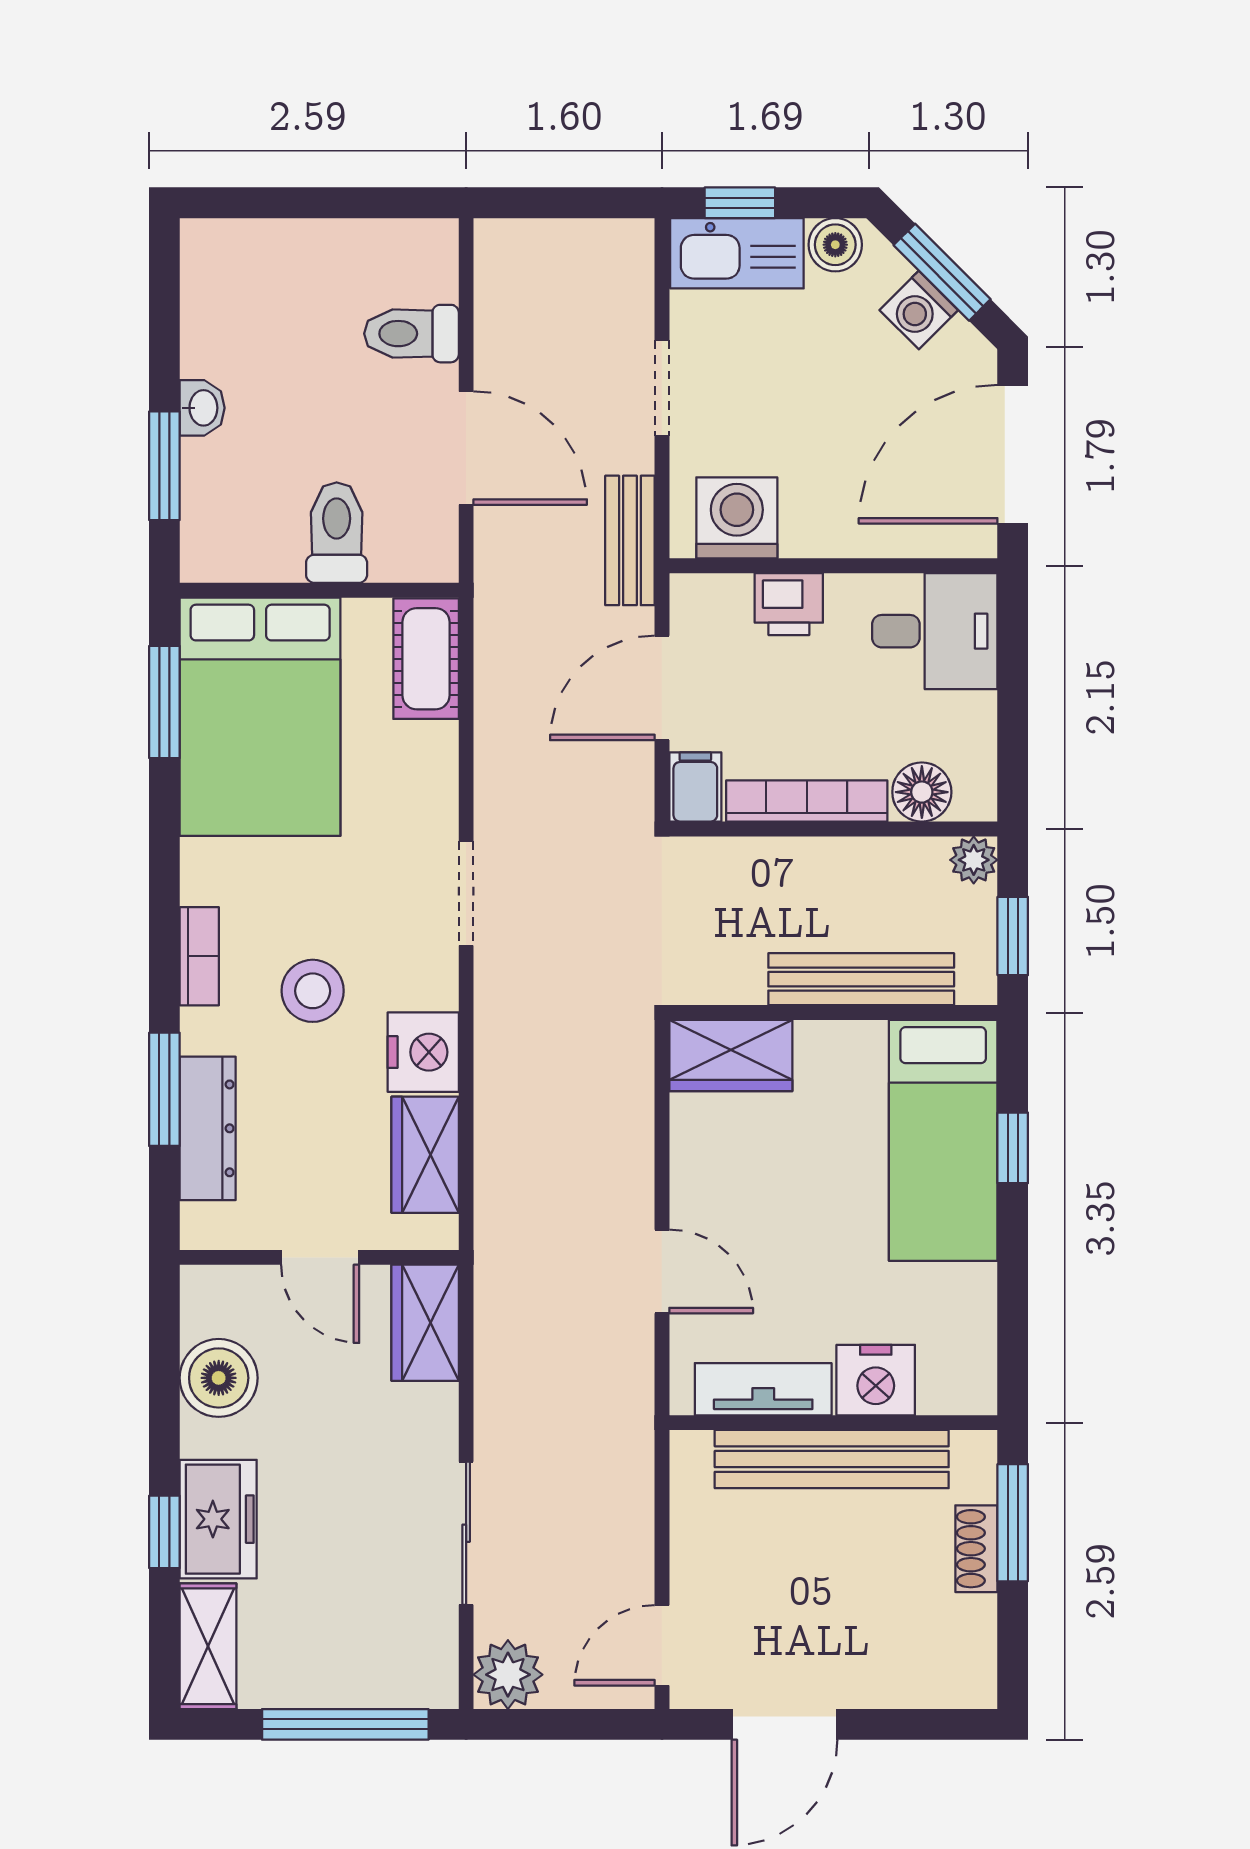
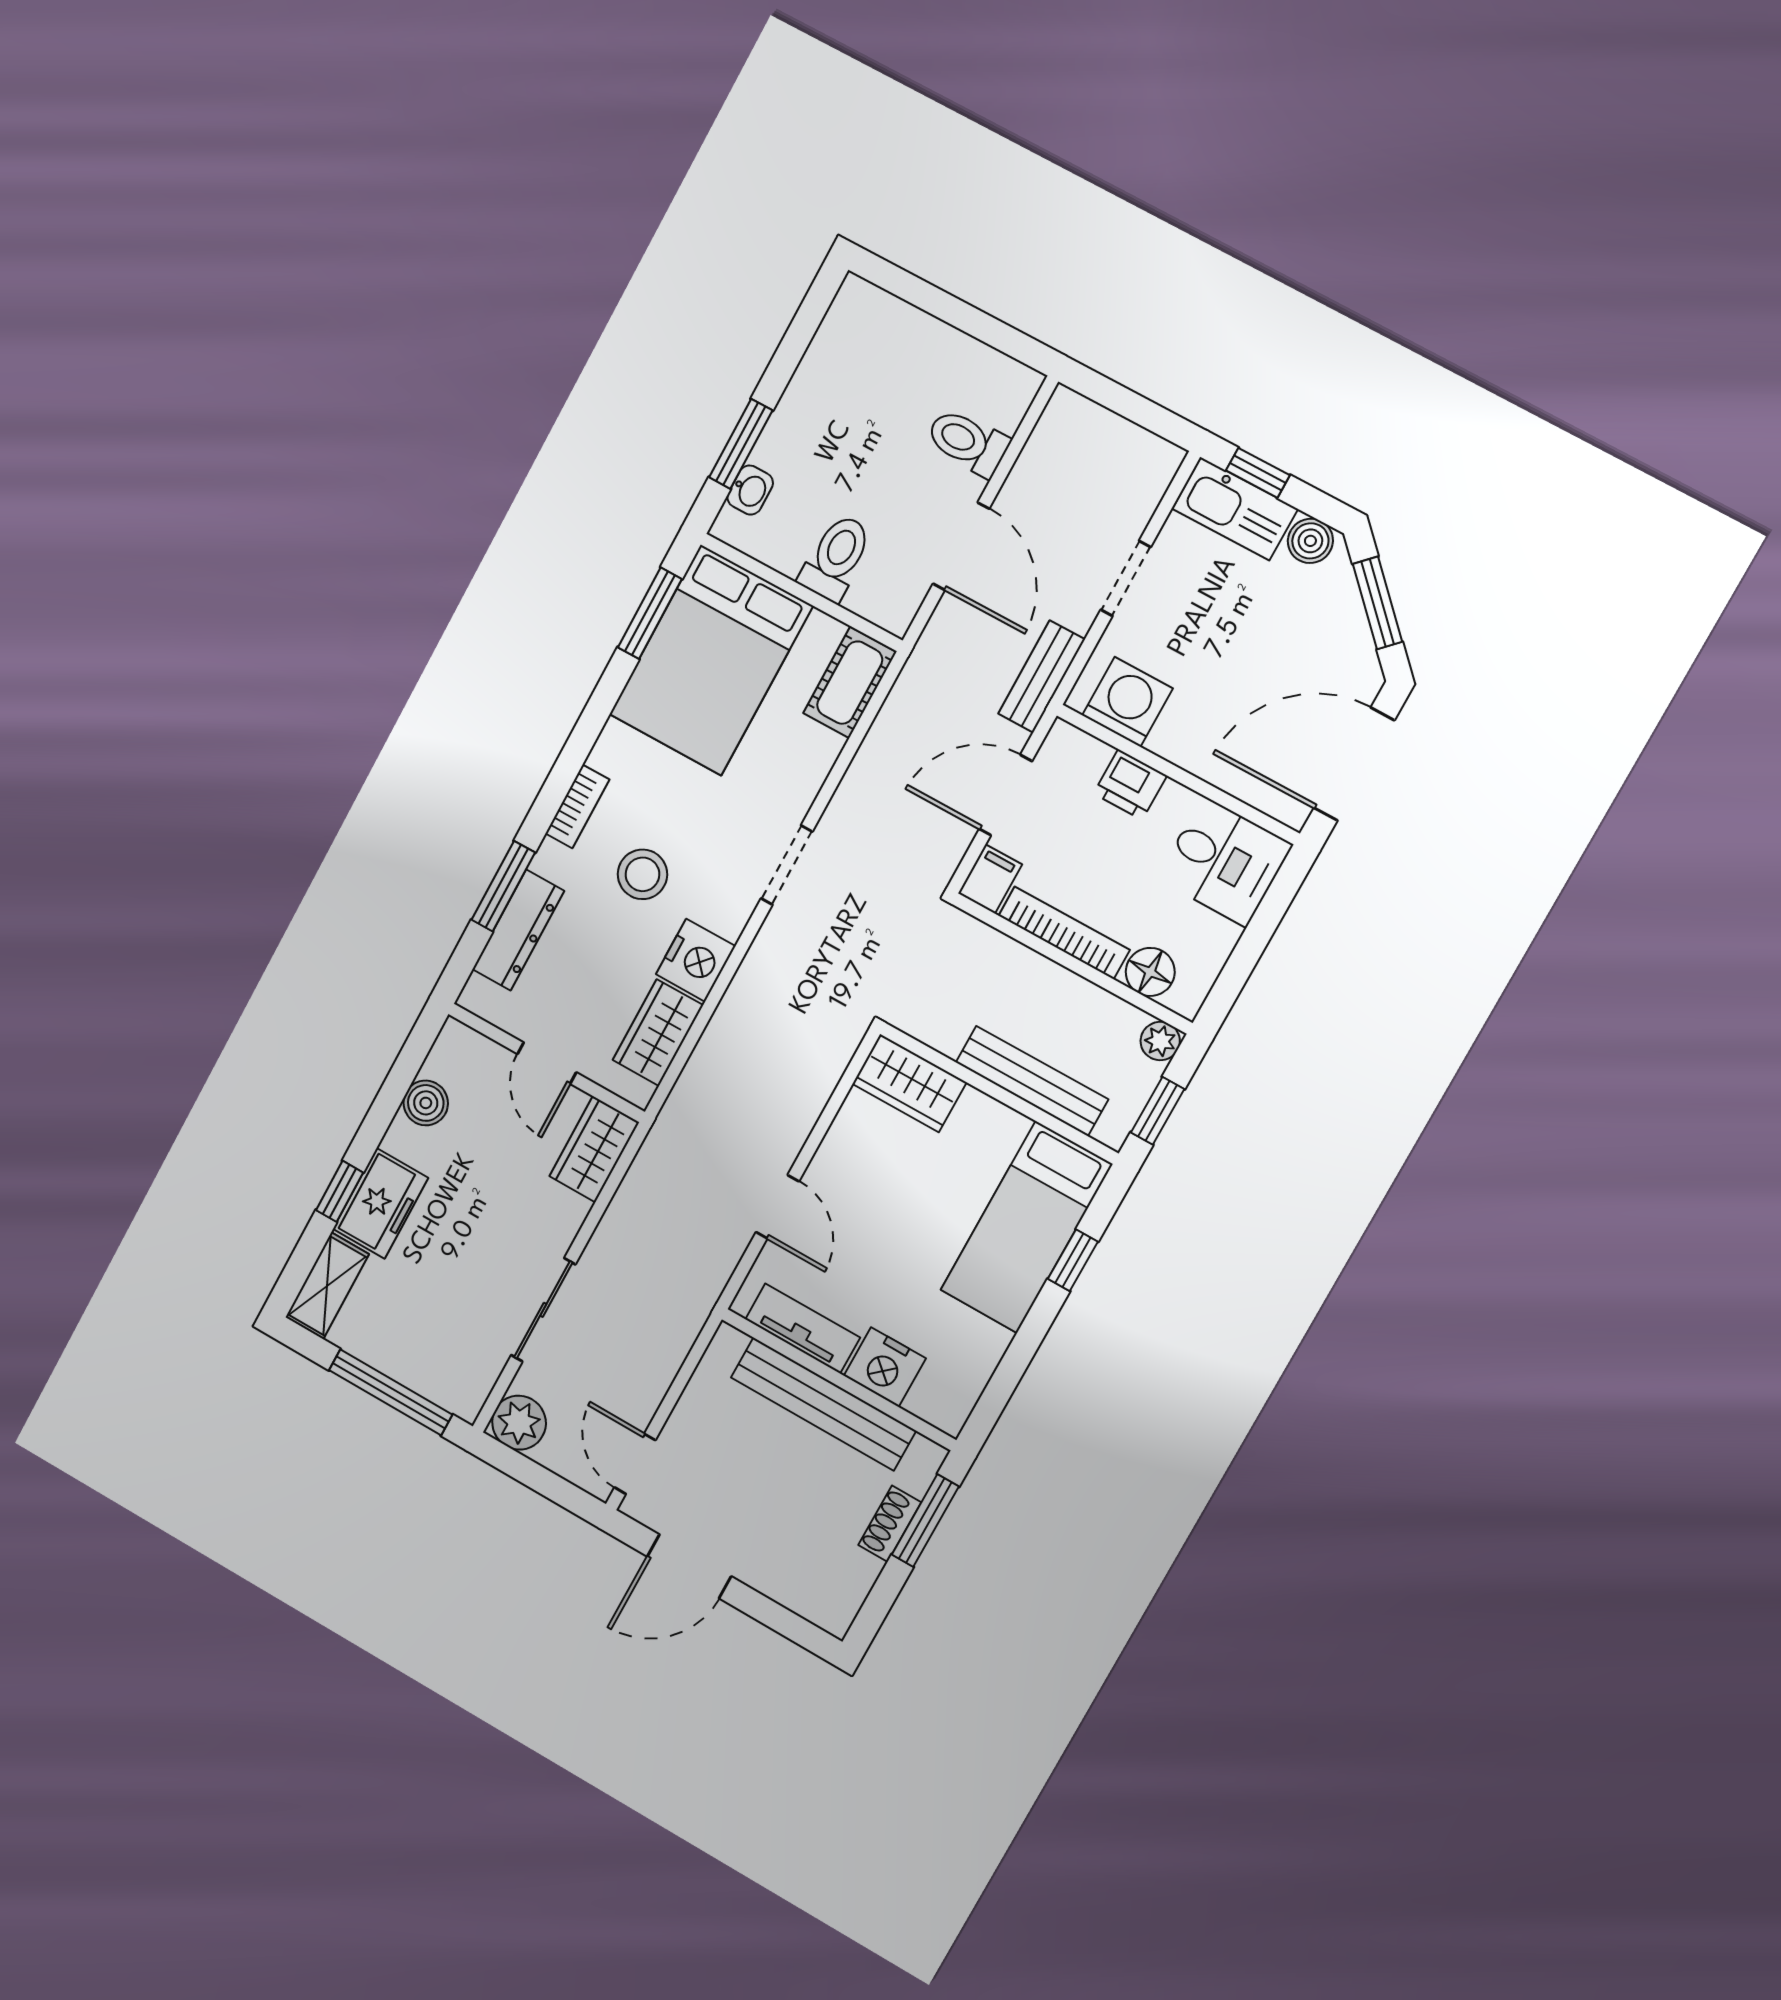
washing machine: (919, 310) -> (1345, 622), removed
washbasin: (202, 408) -> (750, 490), moved
boiler: (219, 1378) -> (426, 1103), width x0.73, depth x0.73
door: (662, 1645) -> (635, 1464), hinge flipped

